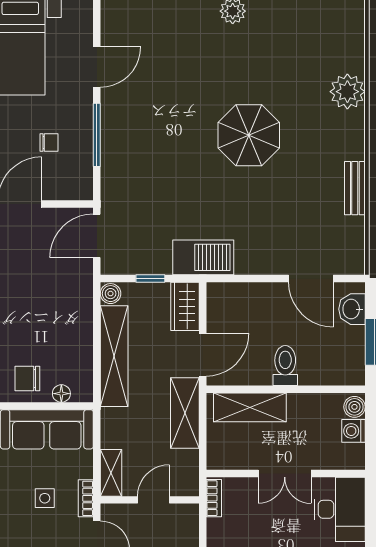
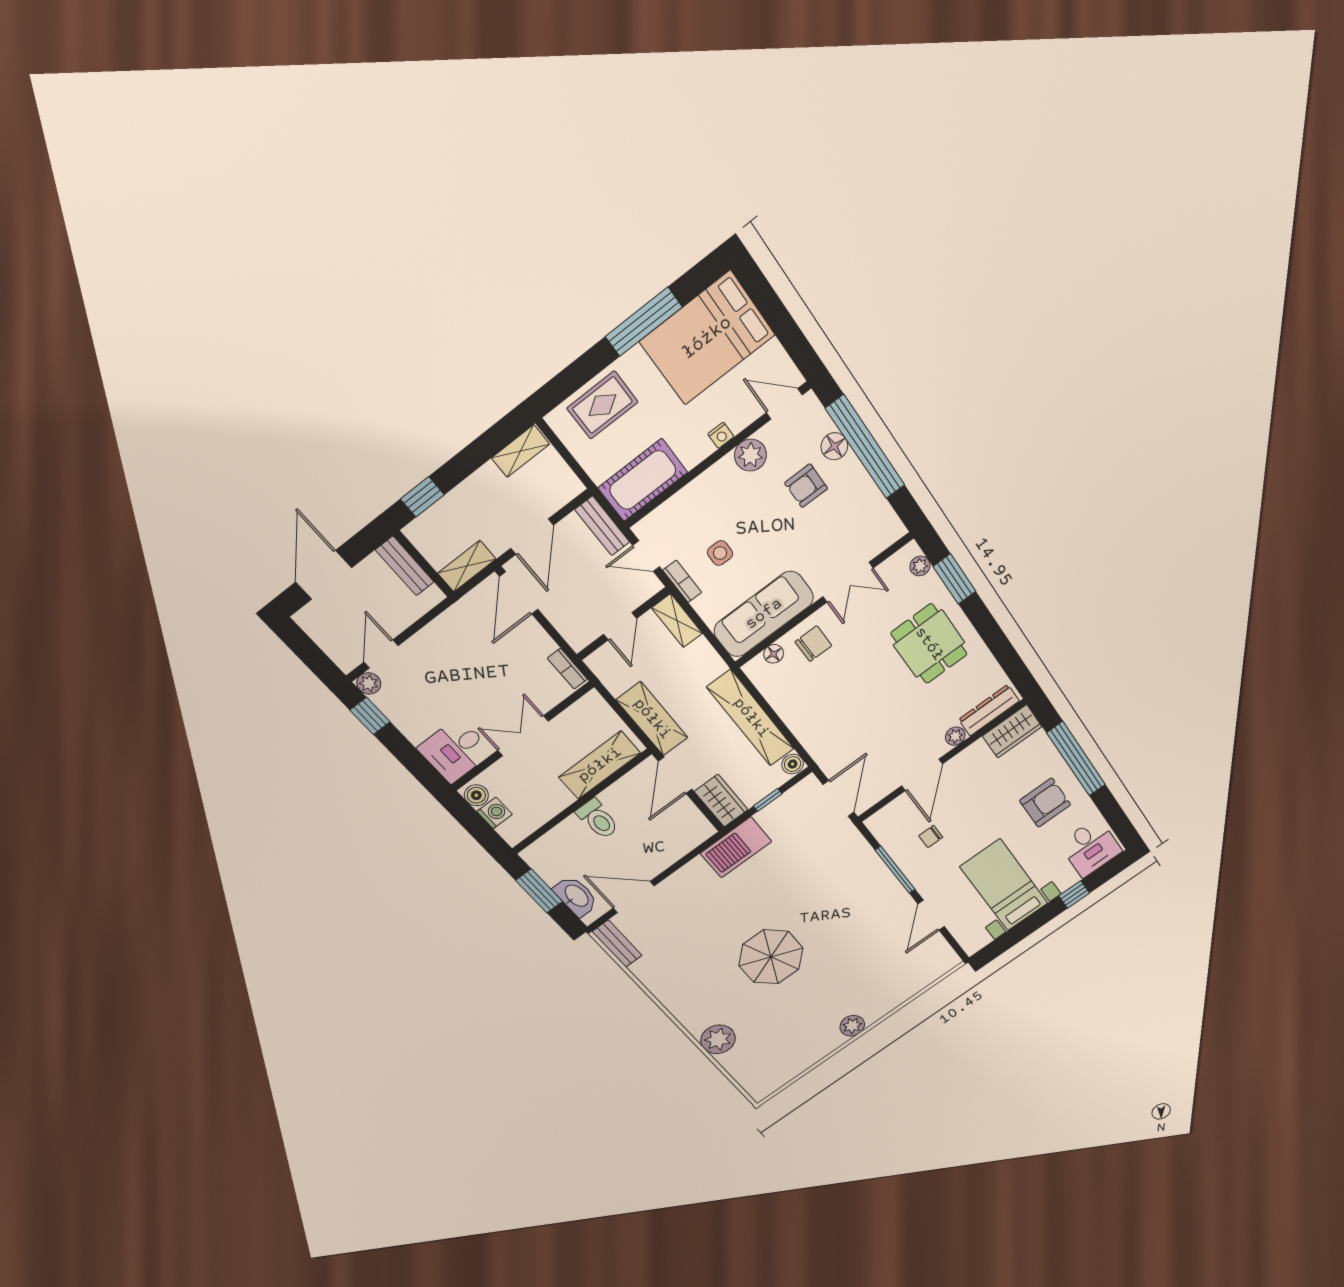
bench: (355, 188) -> (617, 944), moved
washbasin: (352, 309) -> (576, 896), width x1.38
boiler: (354, 407) -> (476, 795), moved
desk: (340, 509) -> (455, 750), width x0.73

